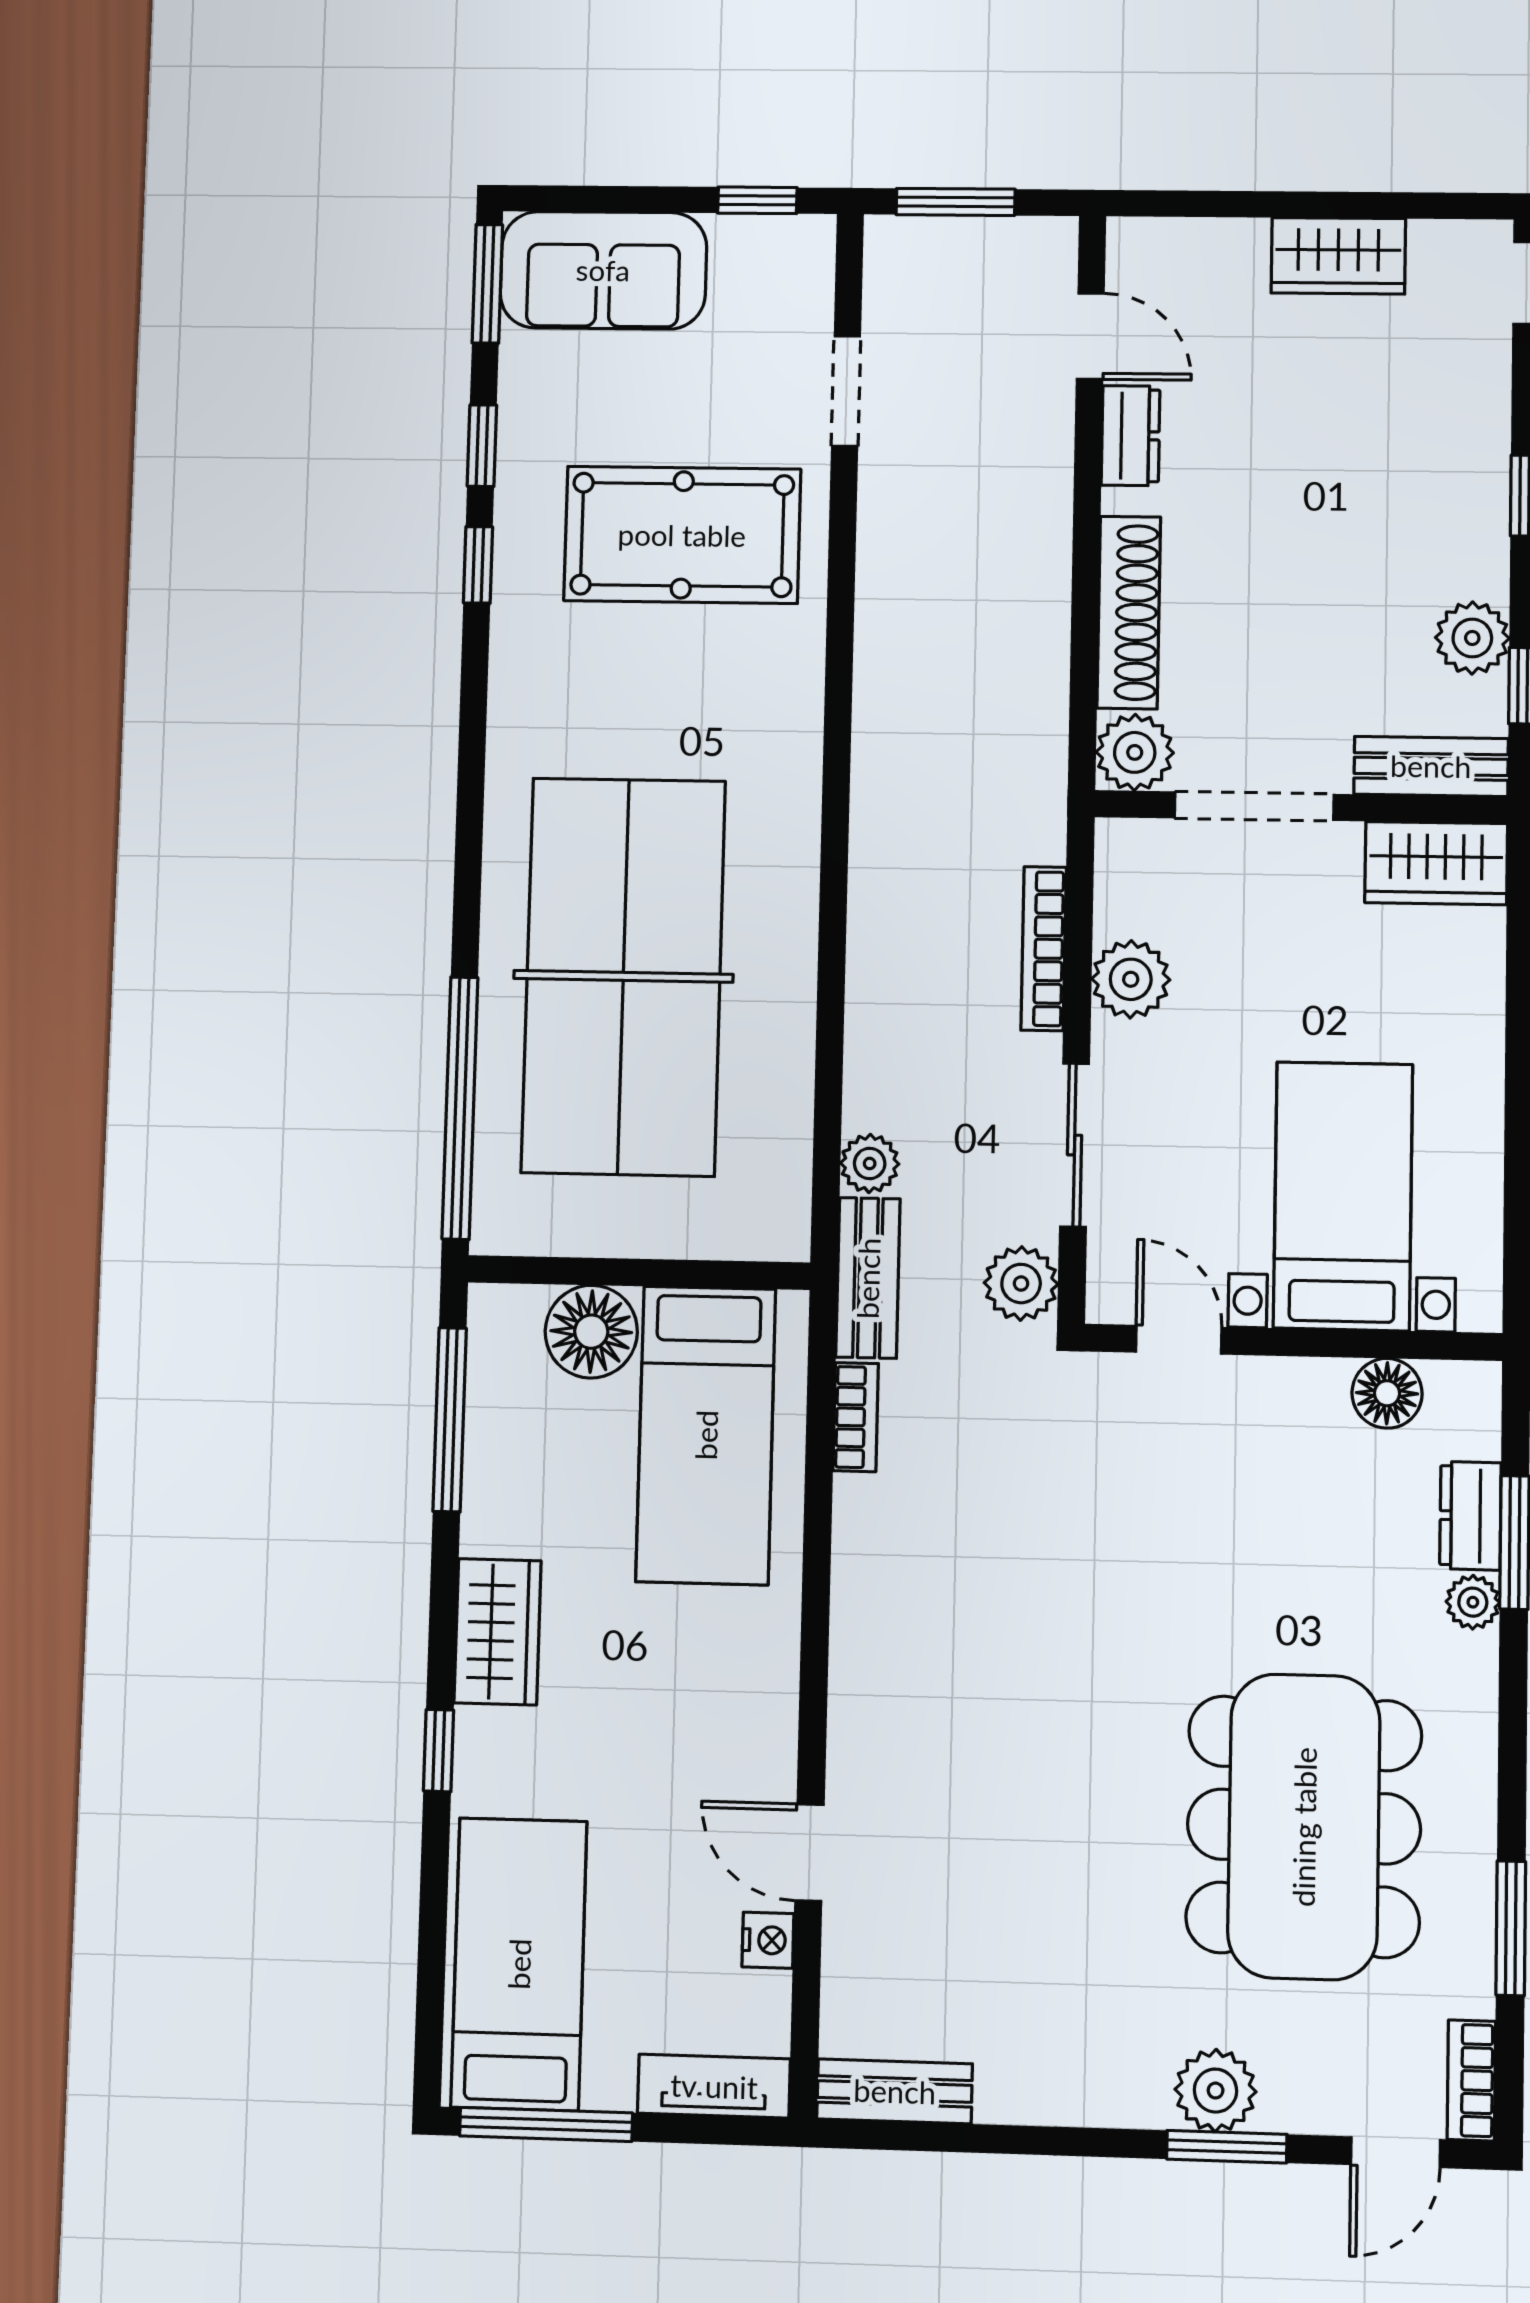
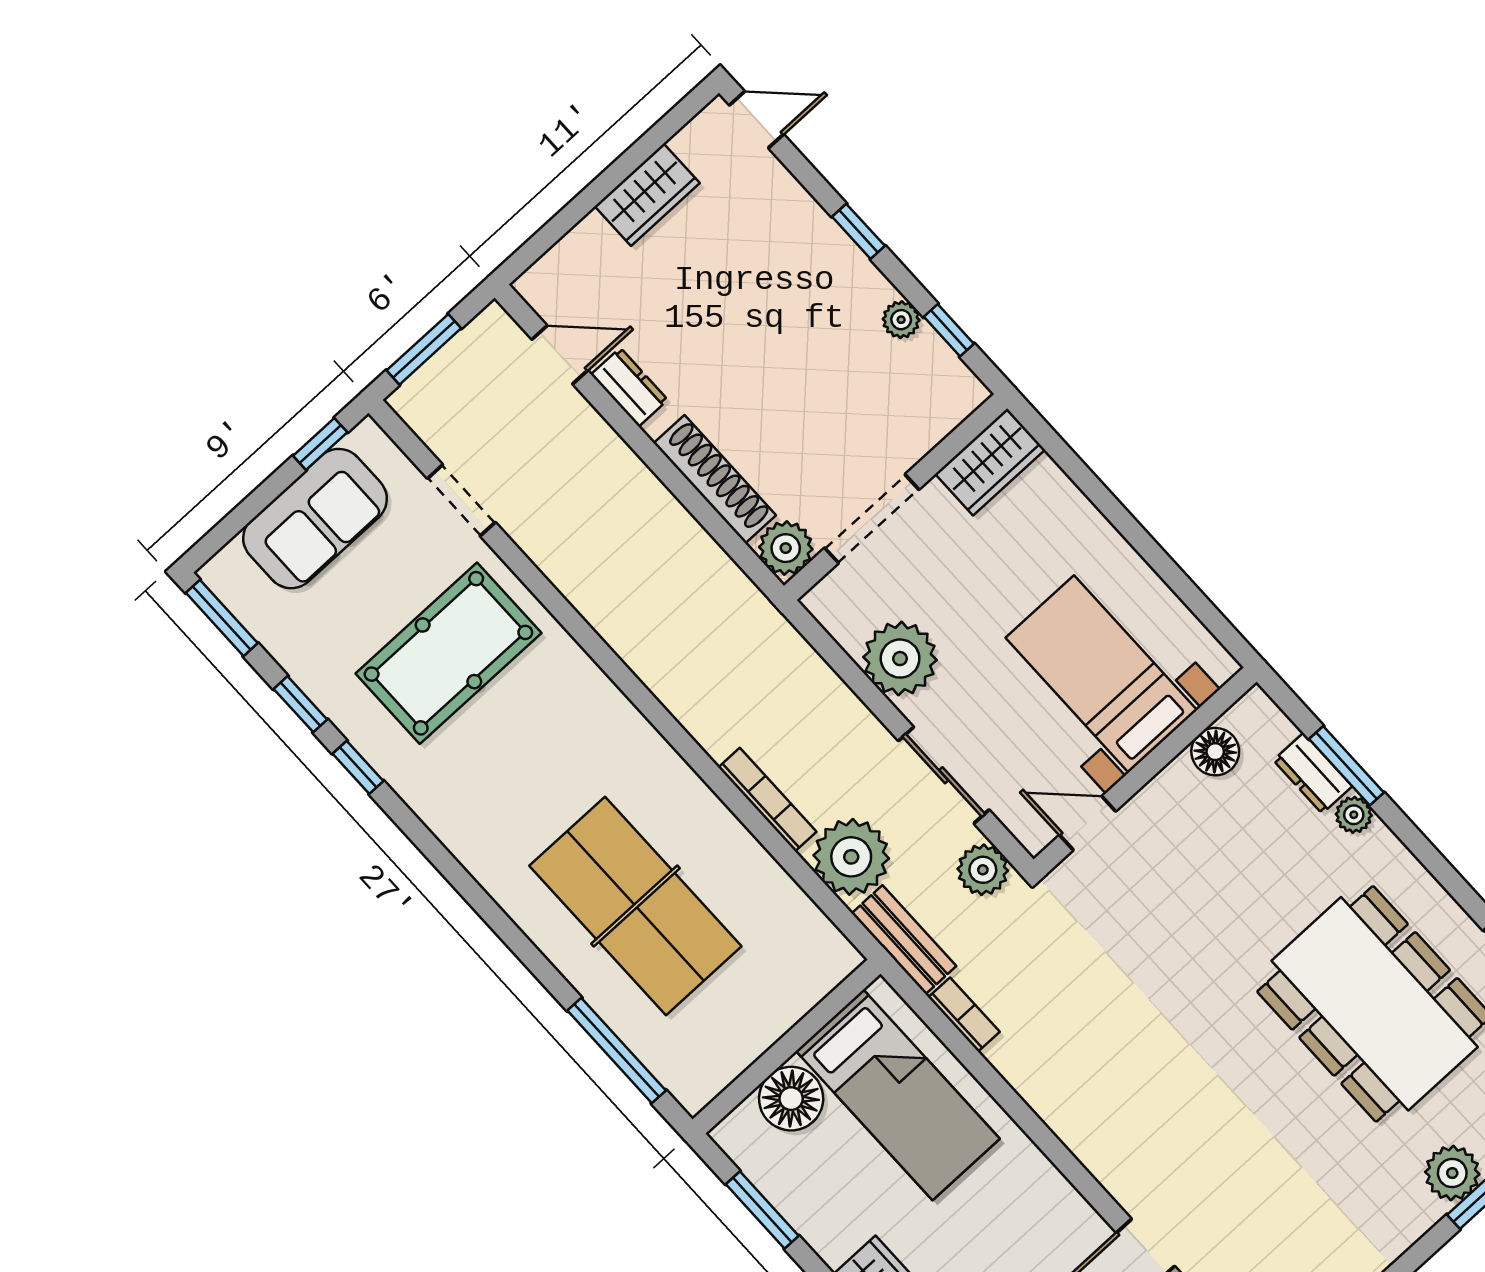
sofa: (603, 270) -> (315, 519), moved
plant: (1472, 638) -> (901, 320), width x0.73, depth x0.73
bench: (1431, 766) -> (942, 415), removed
bookcase: (1044, 949) -> (767, 800), moved, turned 180
table tennis table: (623, 976) -> (635, 906), width x0.73, depth x0.76
plant: (1131, 979) -> (900, 659), width x1.36, depth x1.36
window: (460, 1108) -> (617, 1050), width x0.68
plant: (870, 1163) -> (851, 857), width x1.88, depth x1.88
window: (450, 1420) -> (762, 1210), width x0.69

